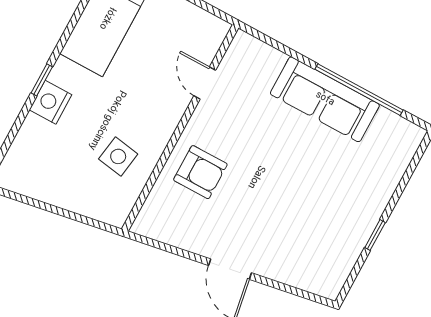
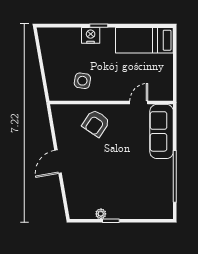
sofa: (325, 99) -> (162, 131), moved
armchair: (200, 172) -> (96, 123), turned 34
plant: (355, 245) -> (101, 214), added

